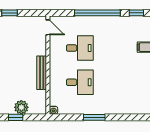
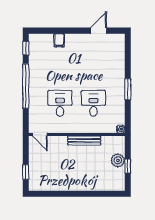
door: (48, 27) -> (40, 135), swing flipped

